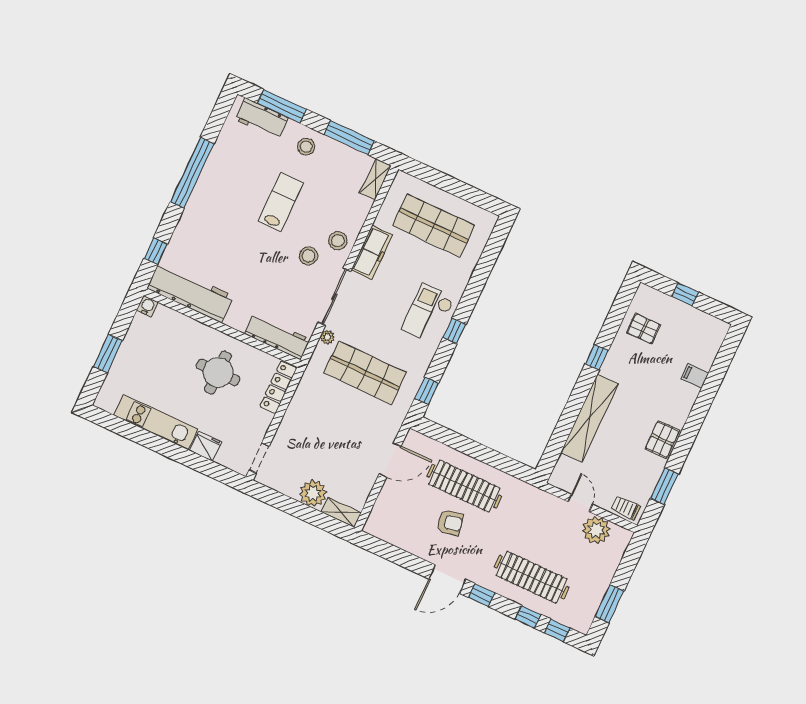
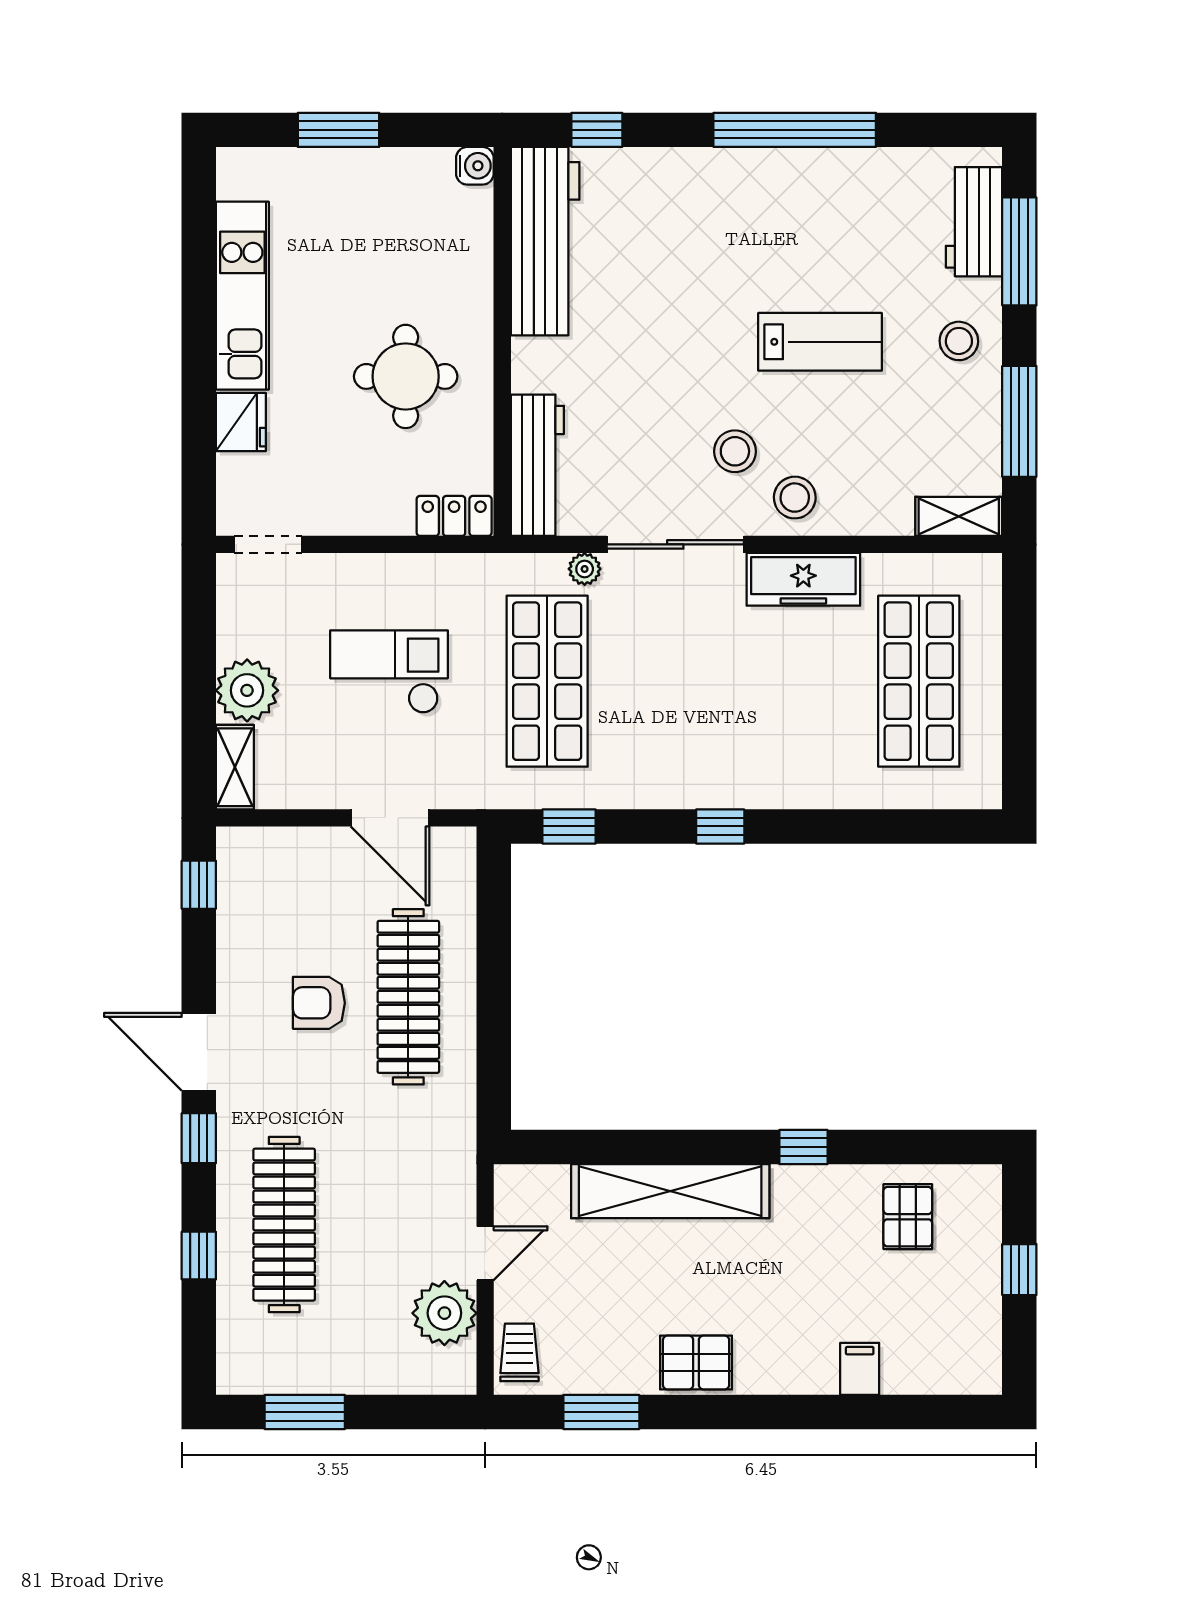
checkout: (428, 314) -> (389, 672), moved
locker: (278, 387) -> (454, 516), width x0.66
armchair: (450, 523) -> (319, 1003), turned 101
window: (557, 630) -> (199, 885), moved

